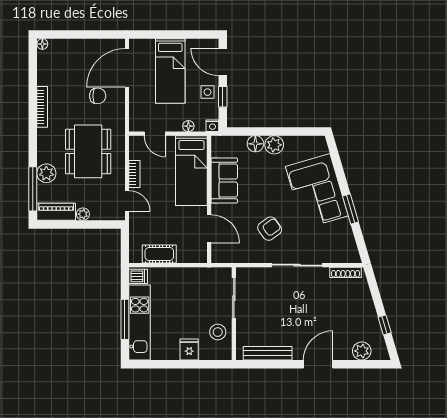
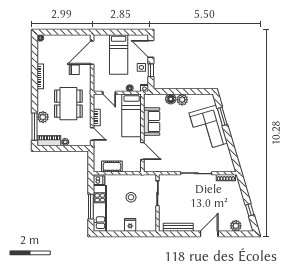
window: (351, 209) -> (222, 116), moved
armchair: (270, 229) -> (179, 151), removed
stool: (218, 332) -> (131, 197), moved

